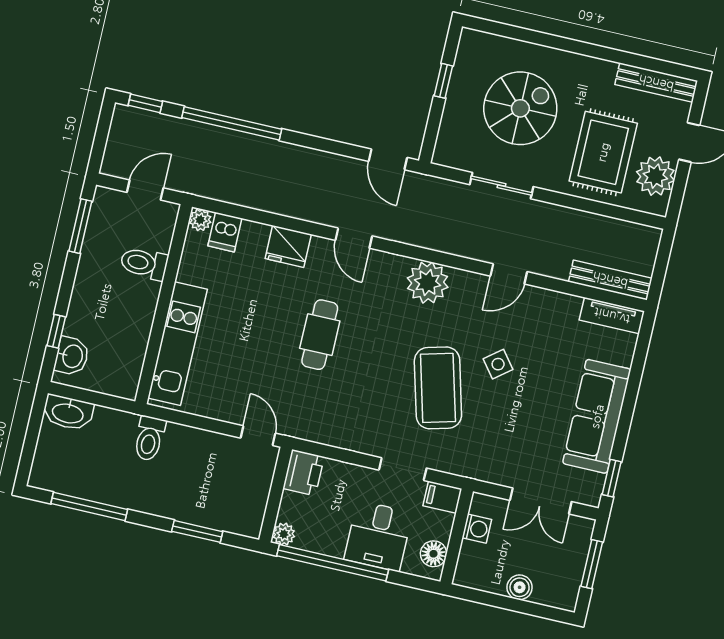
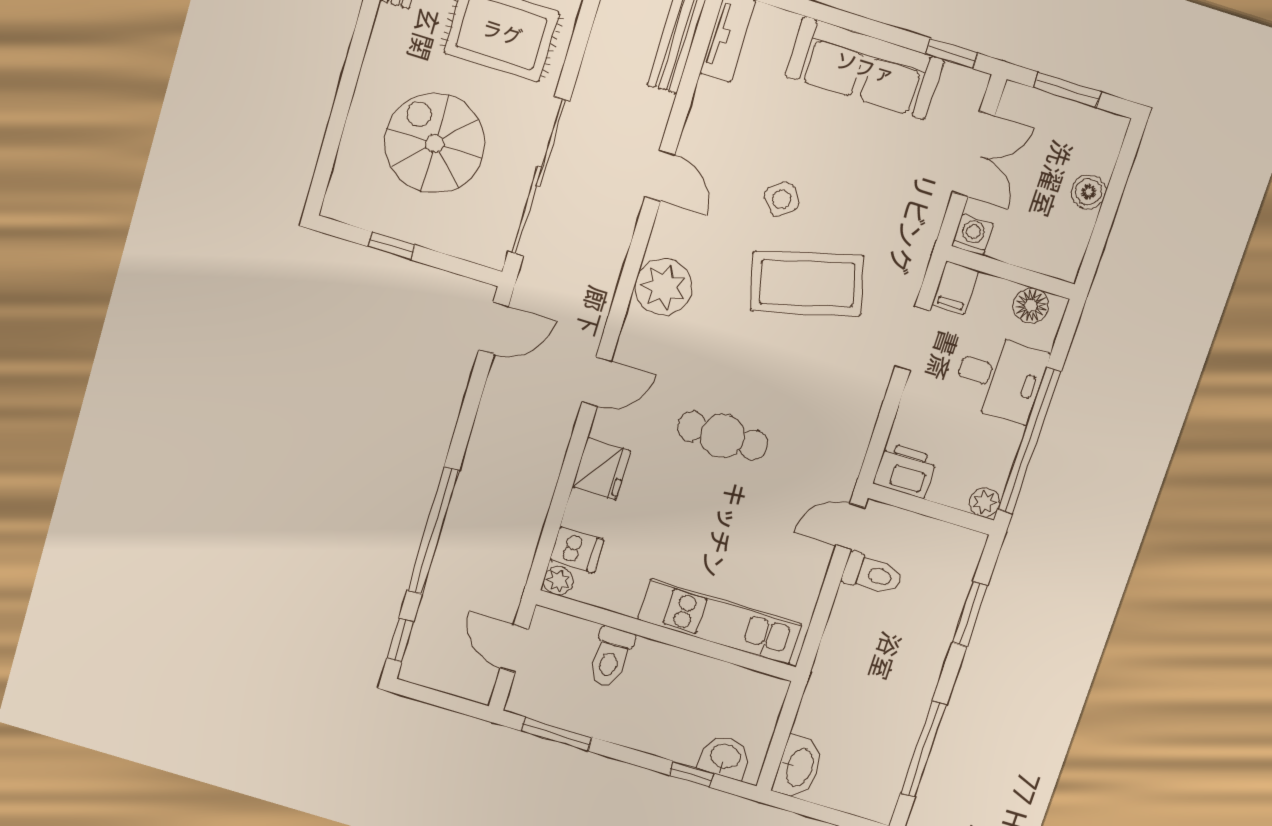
sliding door: (501, 186) -> (539, 177), width x1.86
toilet: (149, 438) -> (872, 574), moved
washing machine: (477, 529) -> (973, 235), moved

